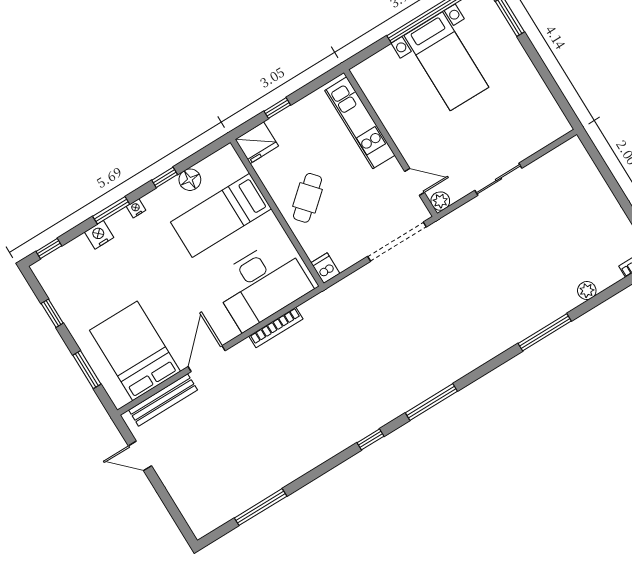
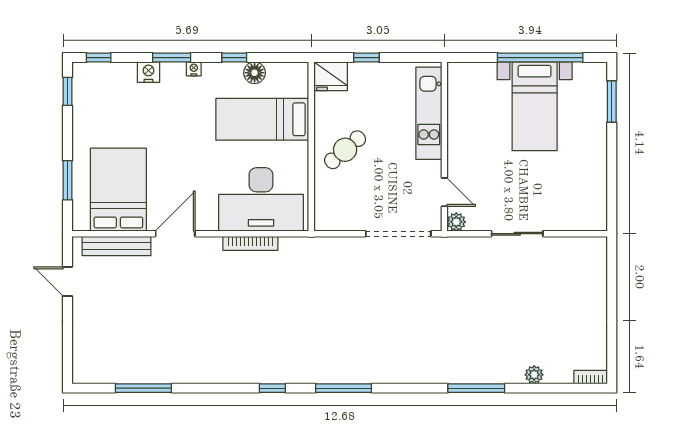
dishwasher: (325, 268) -> (323, 219), removed
window: (52, 313) -> (68, 91), moved

